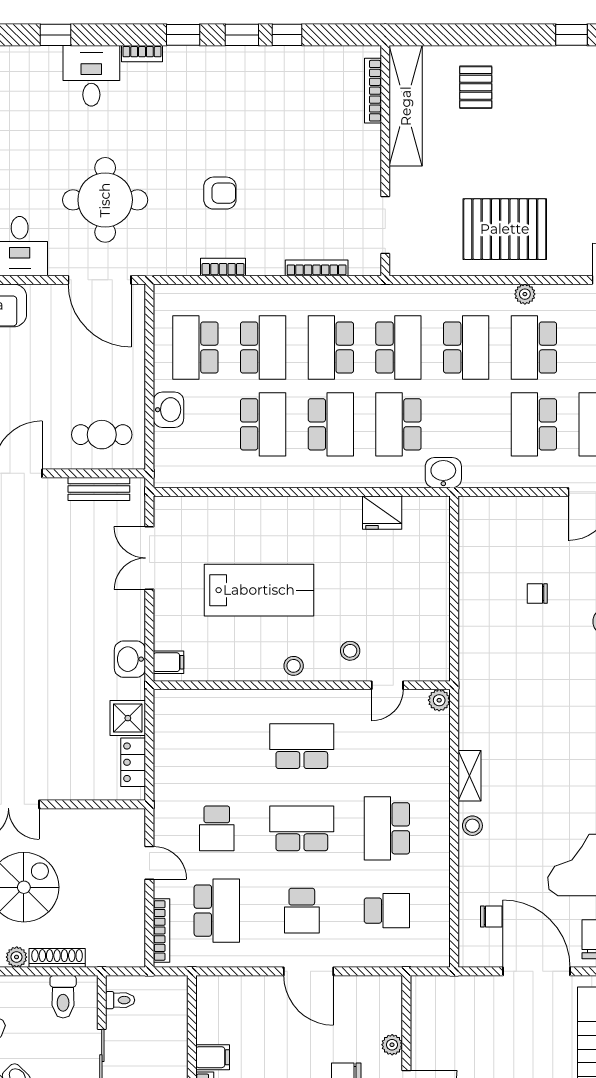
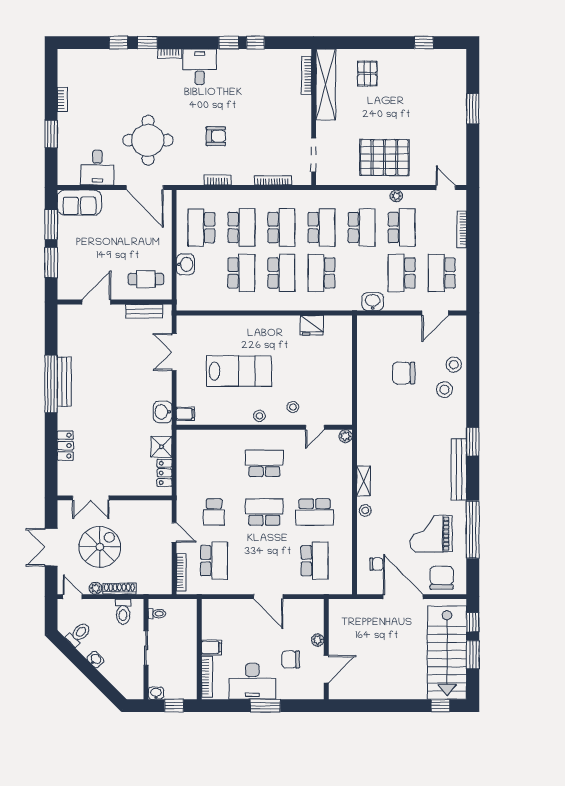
window: (183, 35) -> (147, 43), moved
desk: (91, 76) -> (200, 67), moved
school desk: (331, 348) -> (281, 228), turned 180
school desk: (534, 348) -> (402, 228), turned 180
washbasin: (443, 473) -> (373, 302), moved
chair: (537, 594) -> (404, 373), width x1.87, depth x1.87
school desk: (387, 828) -> (315, 512), turned -90
school desk: (302, 911) -> (264, 561), removed
school desk: (387, 911) -> (315, 561), width x1.85

